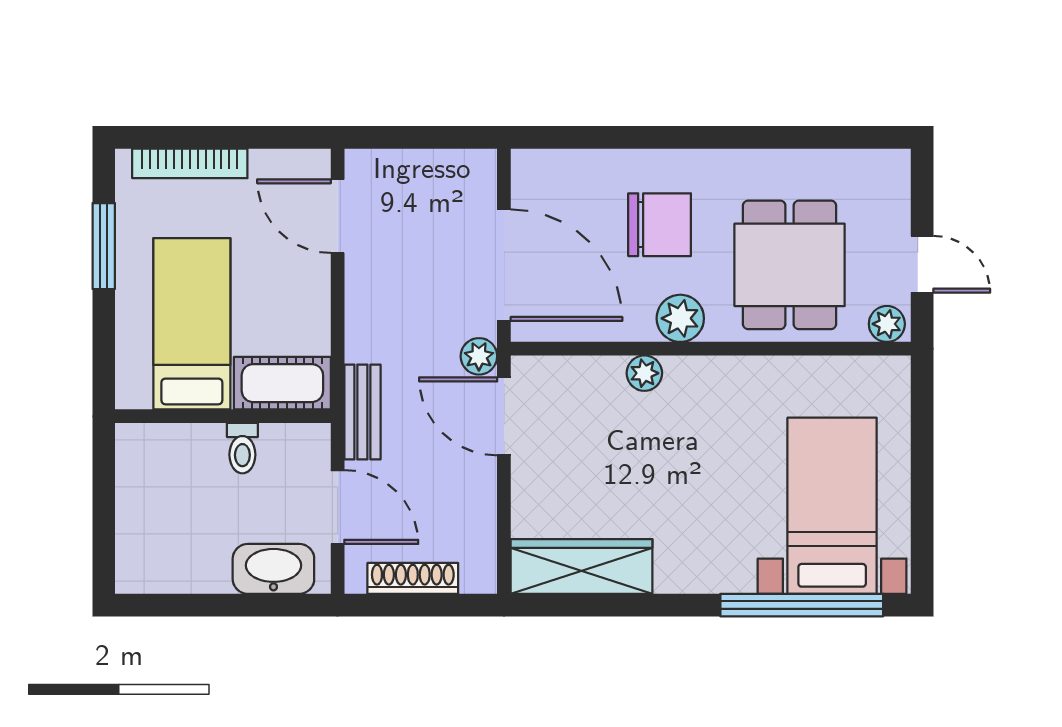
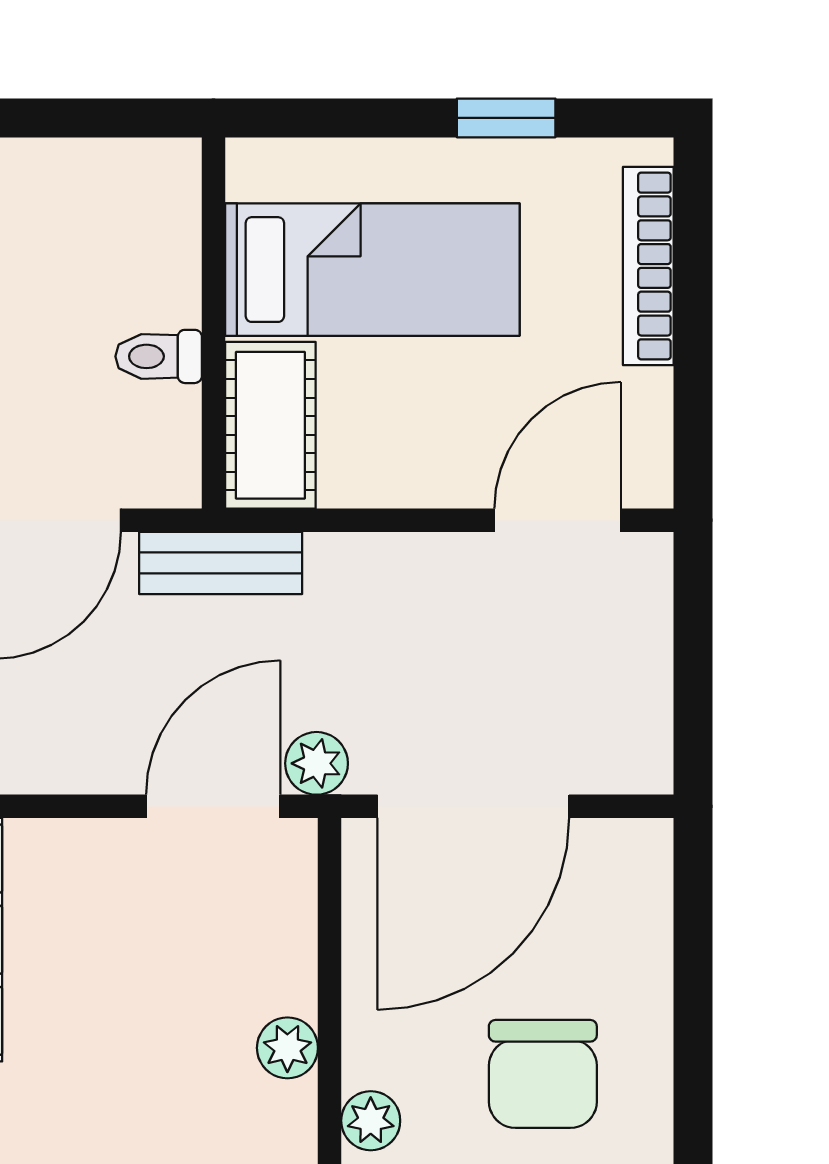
window: (104, 246) -> (506, 118), width x0.67
plant: (680, 318) -> (371, 1121), width x0.73, depth x0.73

